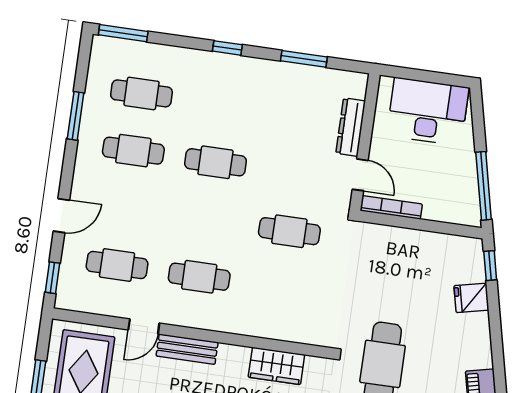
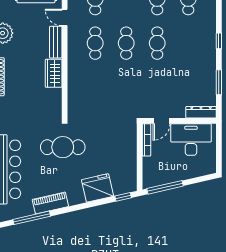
desk: (428, 112) -> (191, 140), moved, turned -90
dresser: (351, 127) -> (201, 112), moved
cafe table: (289, 231) -> (126, 43), moved
fridge: (471, 298) -> (98, 188), width x1.88, depth x1.34
wardrobe: (276, 366) -> (54, 73), moved

